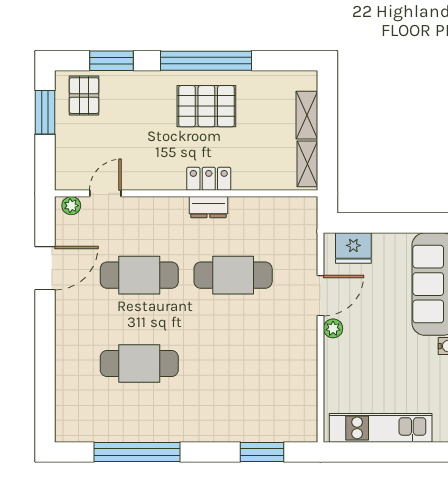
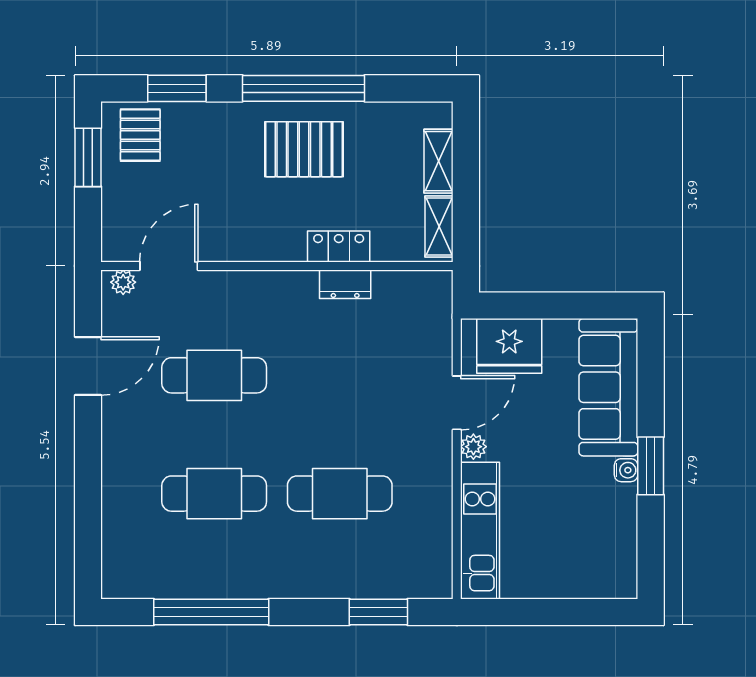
locker: (209, 179) -> (339, 246), moved
door: (105, 193) -> (169, 266), width x1.38
dresser: (208, 207) -> (345, 284), moved
fridge: (353, 248) -> (509, 346), width x1.36, depth x1.34
cafe table: (233, 275) -> (340, 494), moved
kitchen unit: (381, 428) -> (480, 531), moved, turned 90

